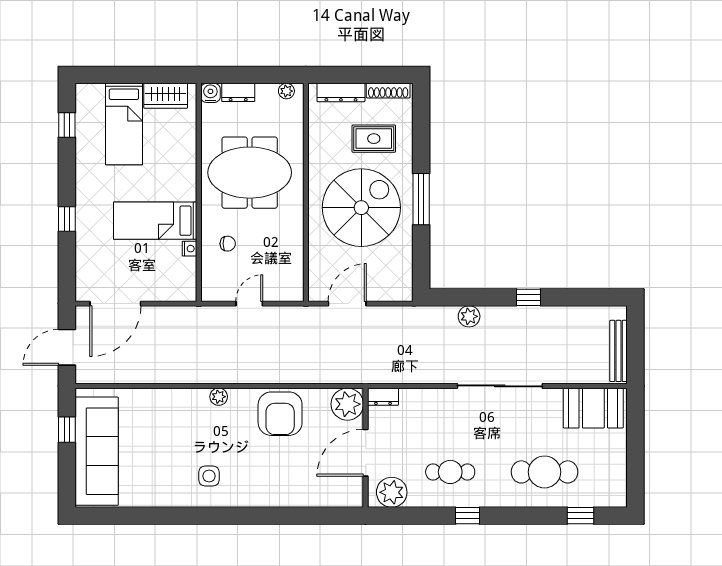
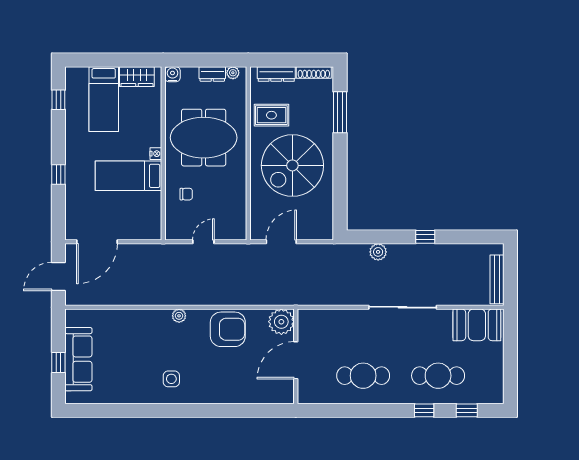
dresser: (238, 92) -> (212, 74), moved
rug: (374, 139) -> (271, 115), moved
window: (421, 199) -> (340, 112), moved
spiral stairs: (361, 208) -> (292, 165), turned 180
nightstand: (190, 249) -> (156, 154), moved
dresser: (383, 397) -> (310, 316), removed
armchair: (280, 414) -> (228, 329), turned -90
window: (67, 430) -> (58, 363), moved
sofa: (97, 451) -> (78, 359), width x0.74, depth x0.79
cafe table: (450, 472) -> (363, 376), width x1.37, depth x1.35
plant: (392, 492) -> (317, 392), removed
window: (467, 516) -> (424, 410), moved

